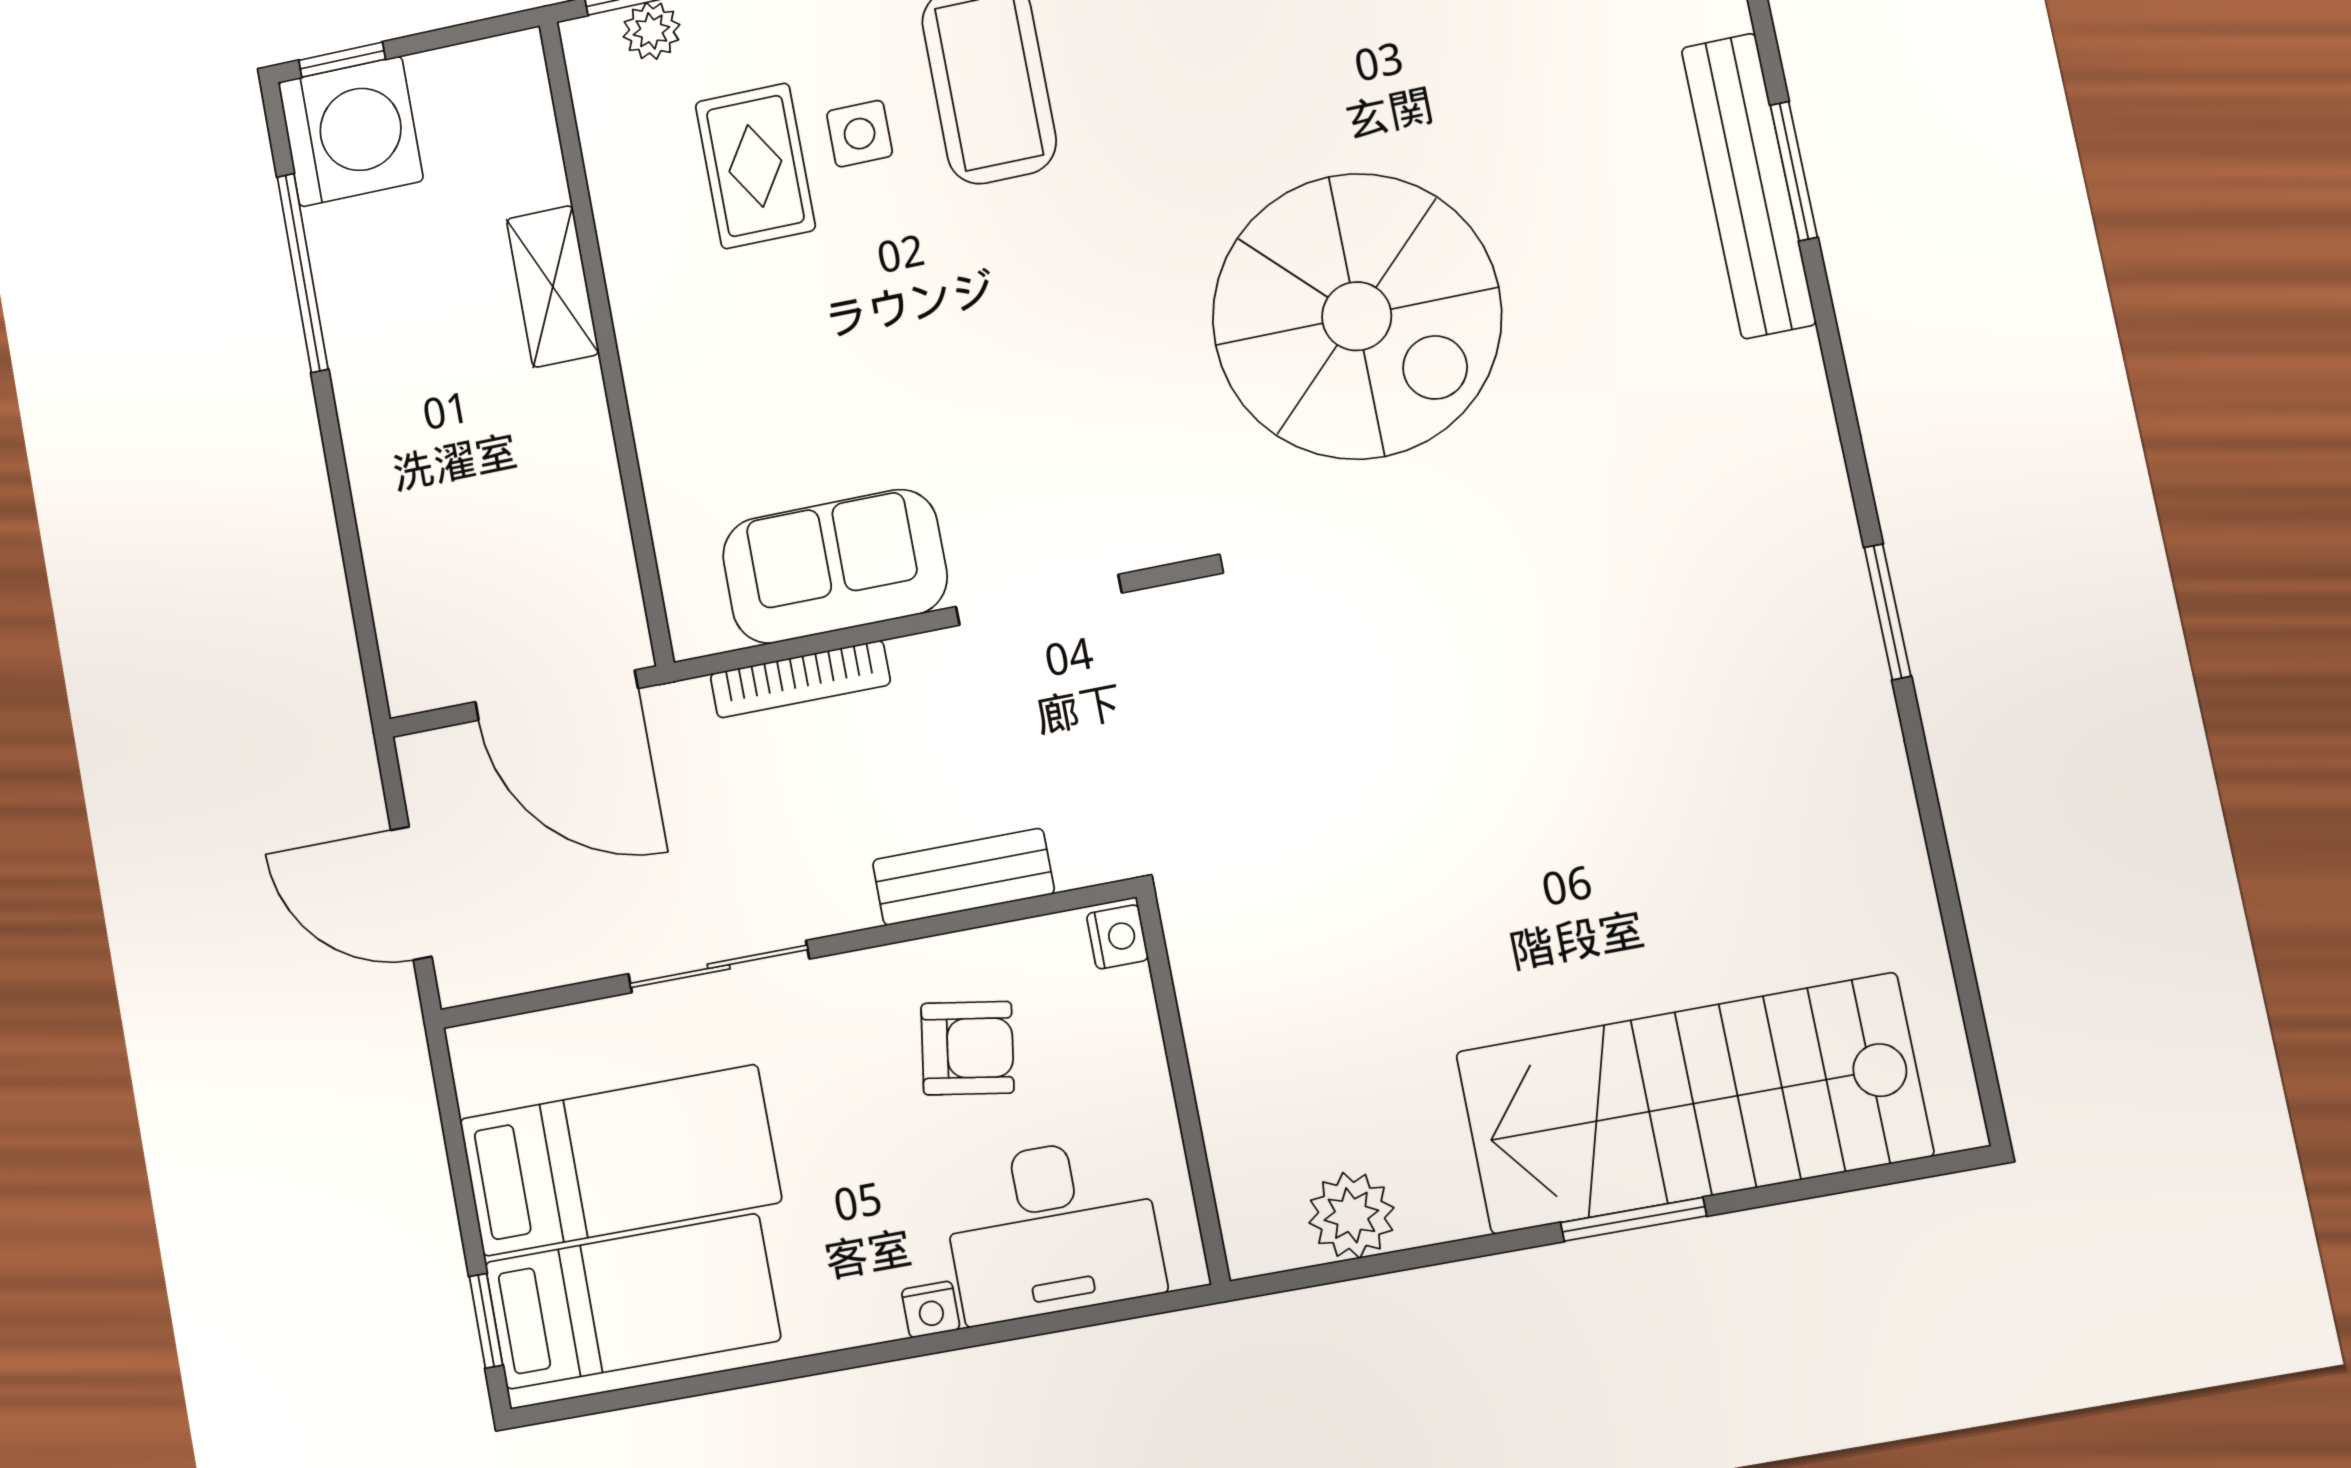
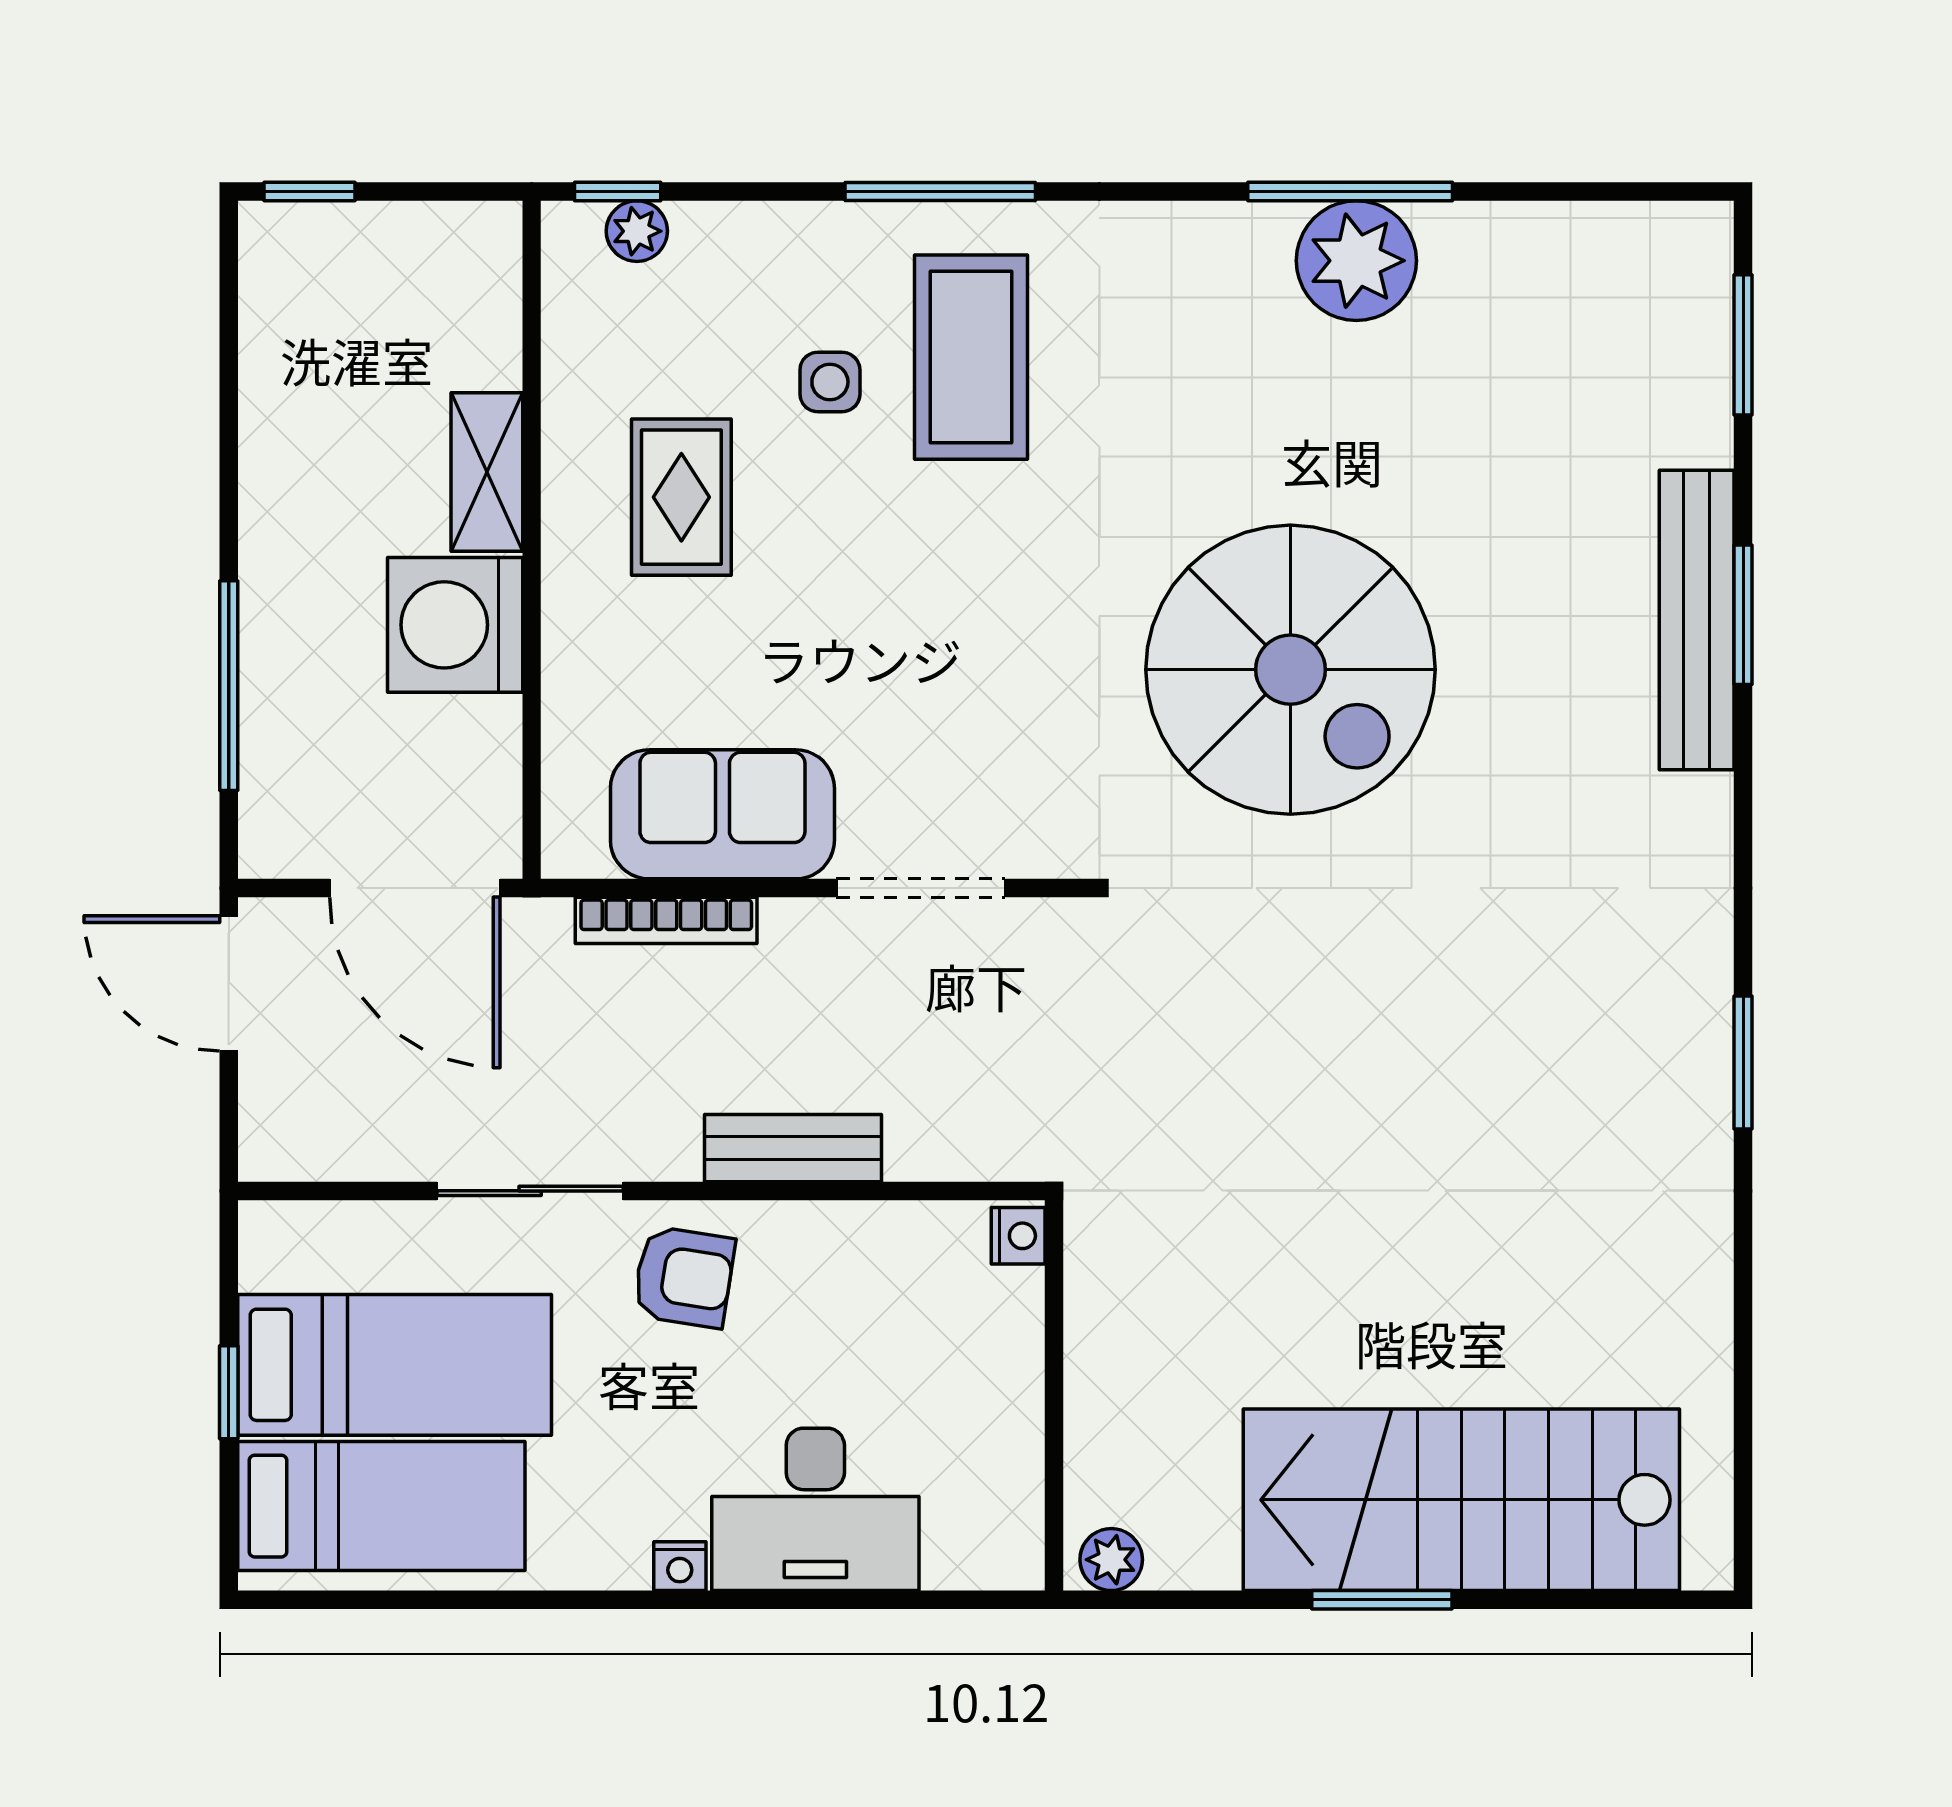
washing machine: (351, 132) -> (455, 625), moved, turned 180
rug: (755, 166) -> (681, 497), moved
window: (303, 273) -> (229, 686), moved
door: (411, 893) -> (229, 983), moved
nightstand: (1117, 937) -> (1018, 1236), moved
armchair: (967, 1048) -> (684, 1277), moved
wall: (1183, 1088) -> (1054, 1395), moved
plant: (1351, 1215) -> (1111, 1560), width x0.73, depth x0.73
window: (486, 1321) -> (229, 1392), moved

